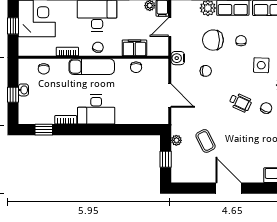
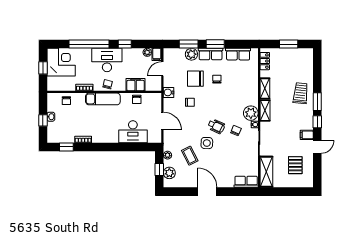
side table: (261, 65) -> (207, 143), moved
desk: (96, 110) -> (133, 132), moved
plant: (179, 164) -> (169, 173), added

